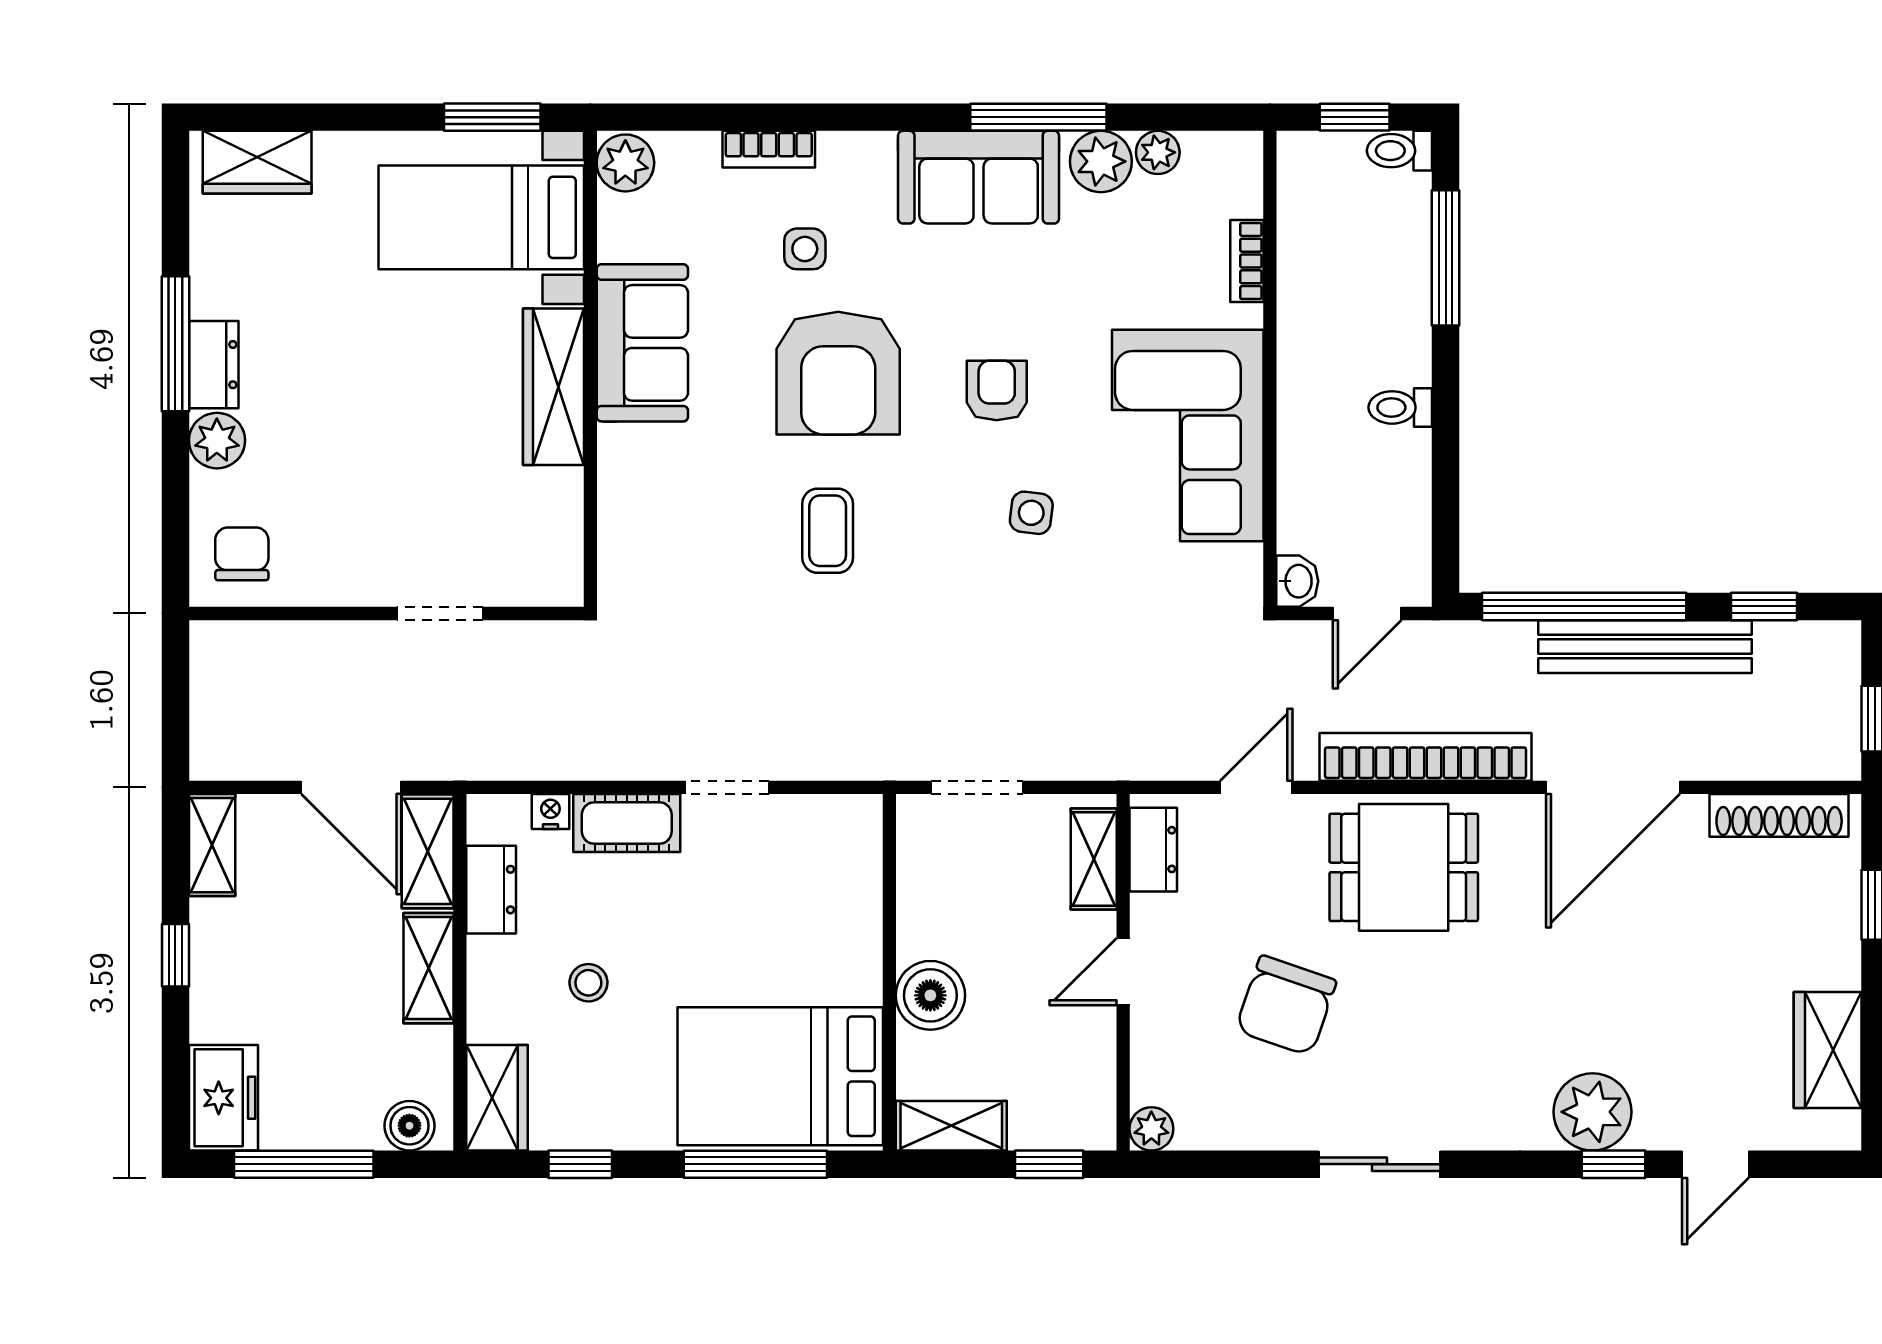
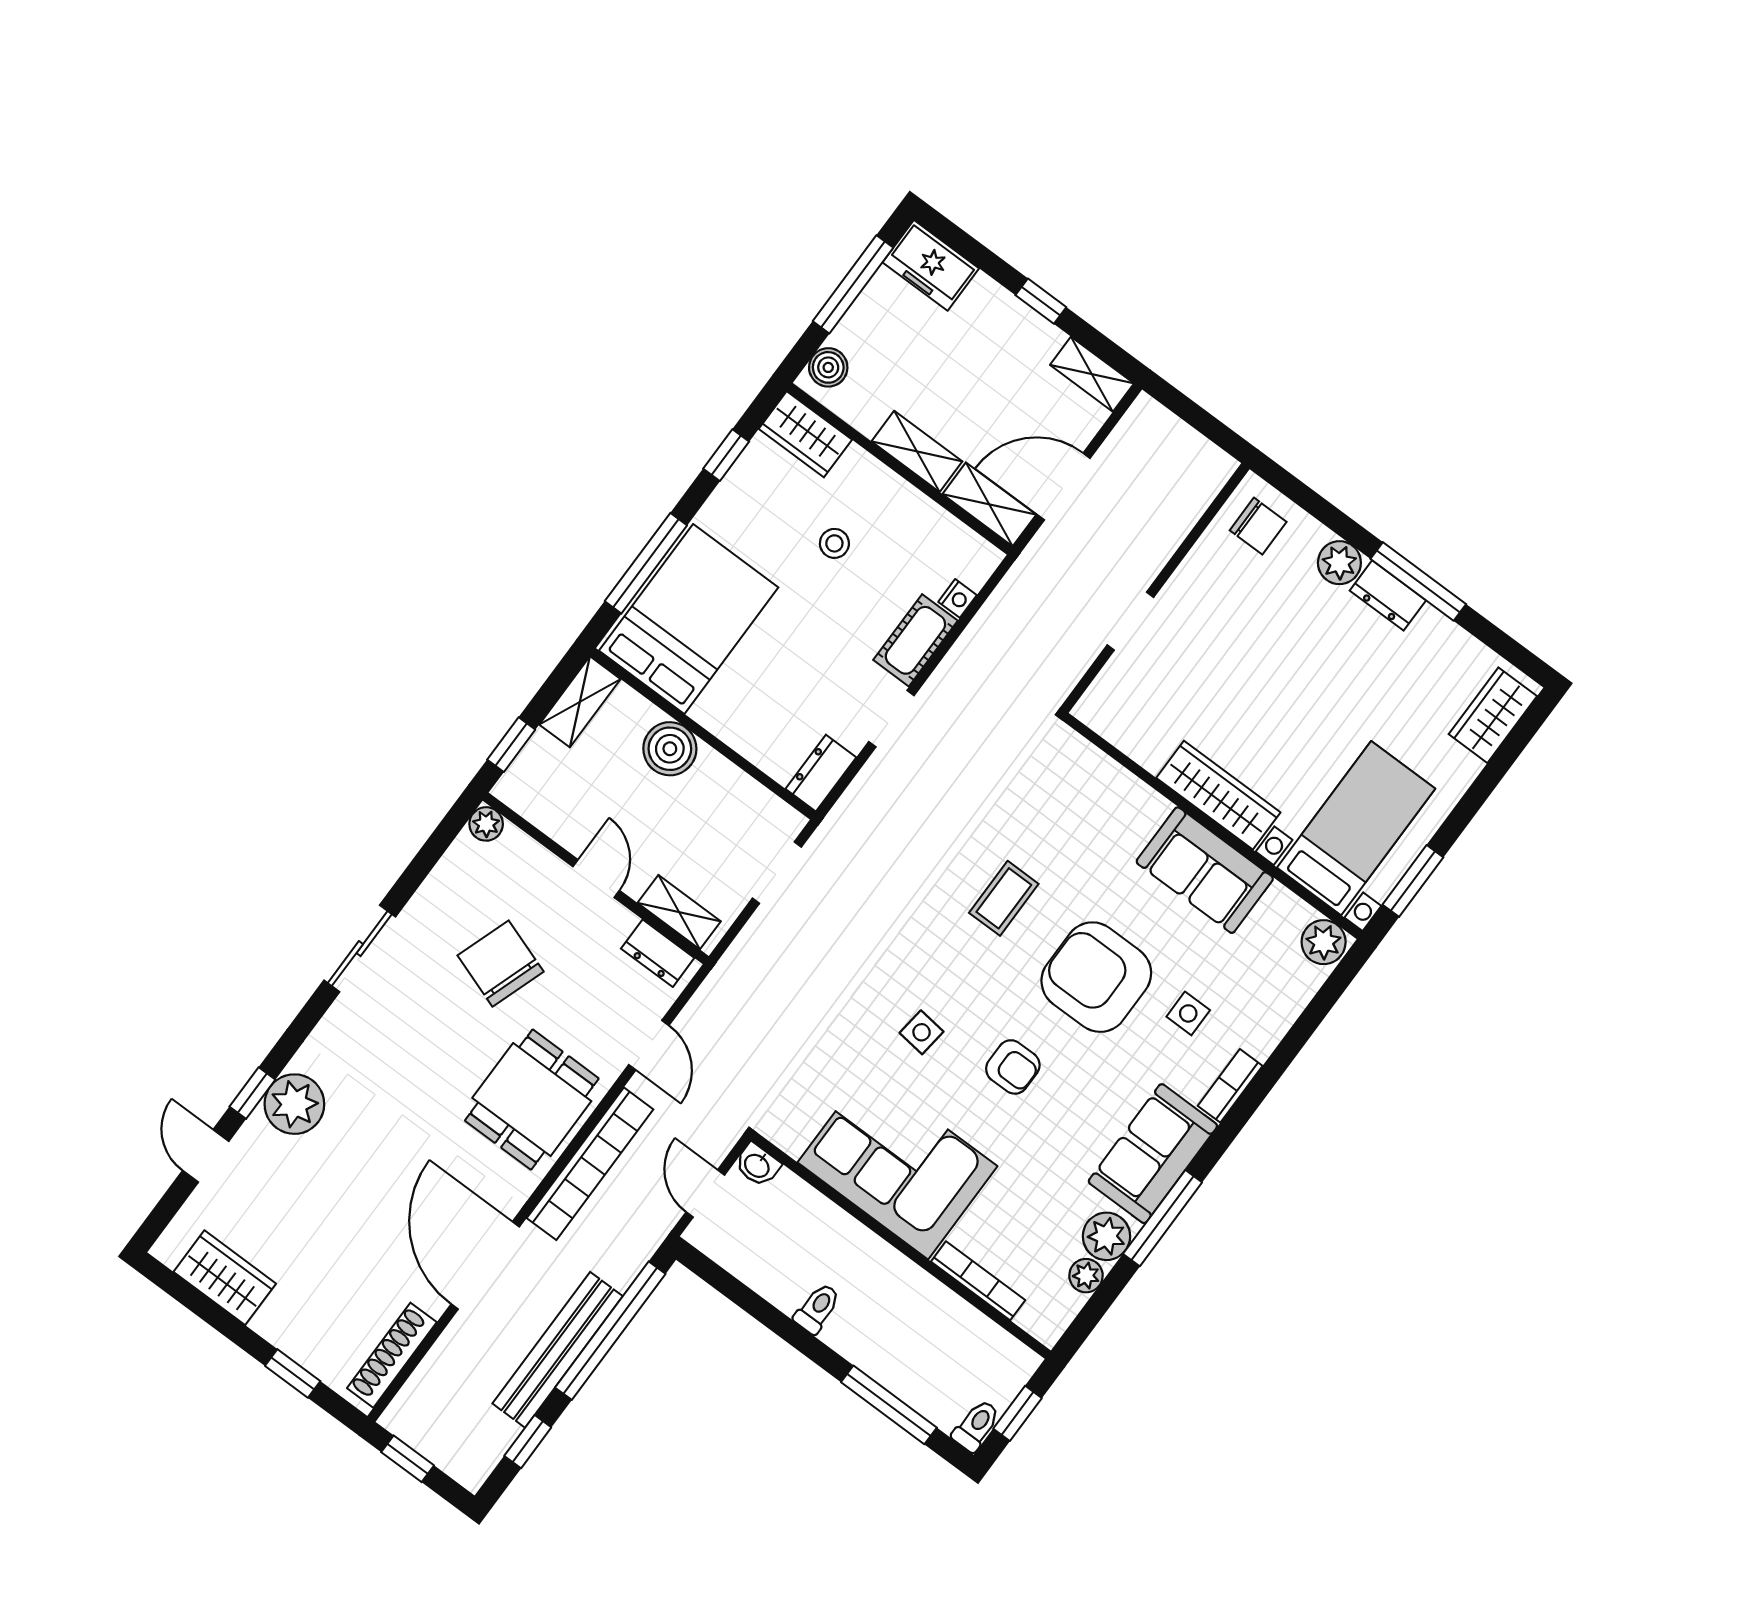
bookcase: (769, 149) -> (1230, 1086), moved
bookcase: (1247, 261) -> (978, 1281), width x1.56
coffee table: (828, 531) -> (1004, 898), turned 90
dresser: (491, 890) -> (821, 773), moved, turned 90

